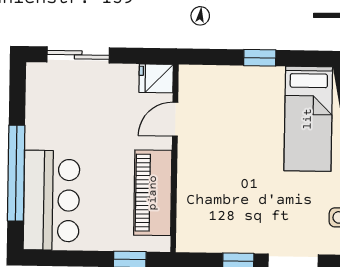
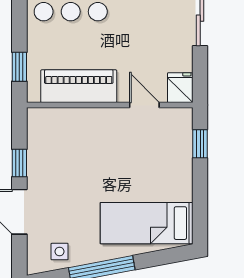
window: (260, 58) -> (200, 144), moved

